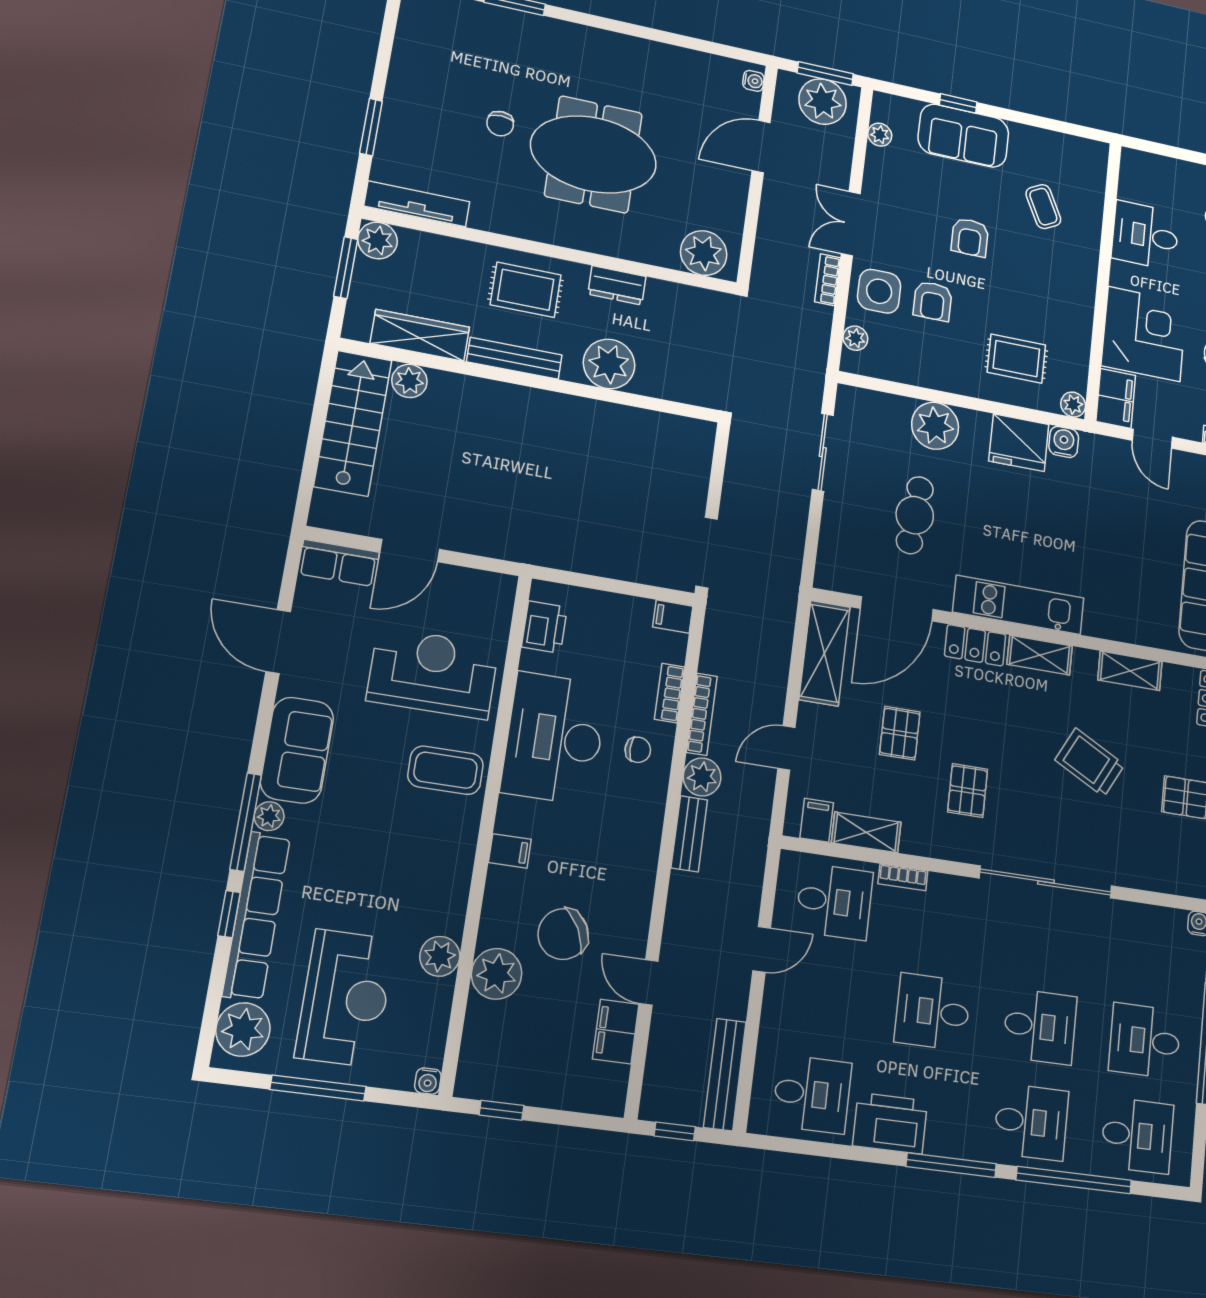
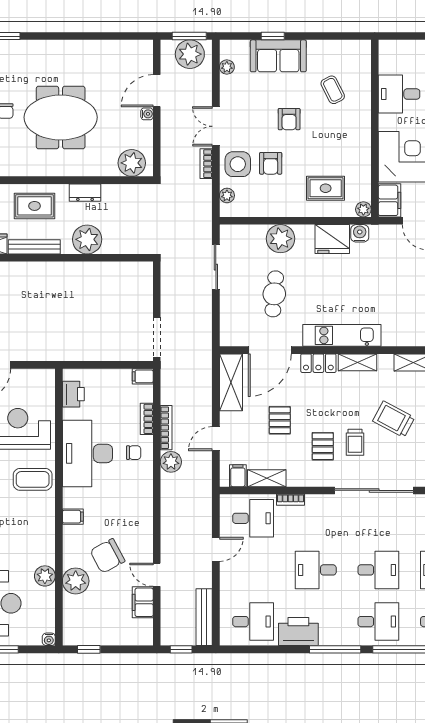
water cooler: (753, 81) -> (147, 114), moved
trolley: (1022, 792) -> (355, 442), added
bench: (689, 834) -> (168, 493), removed

